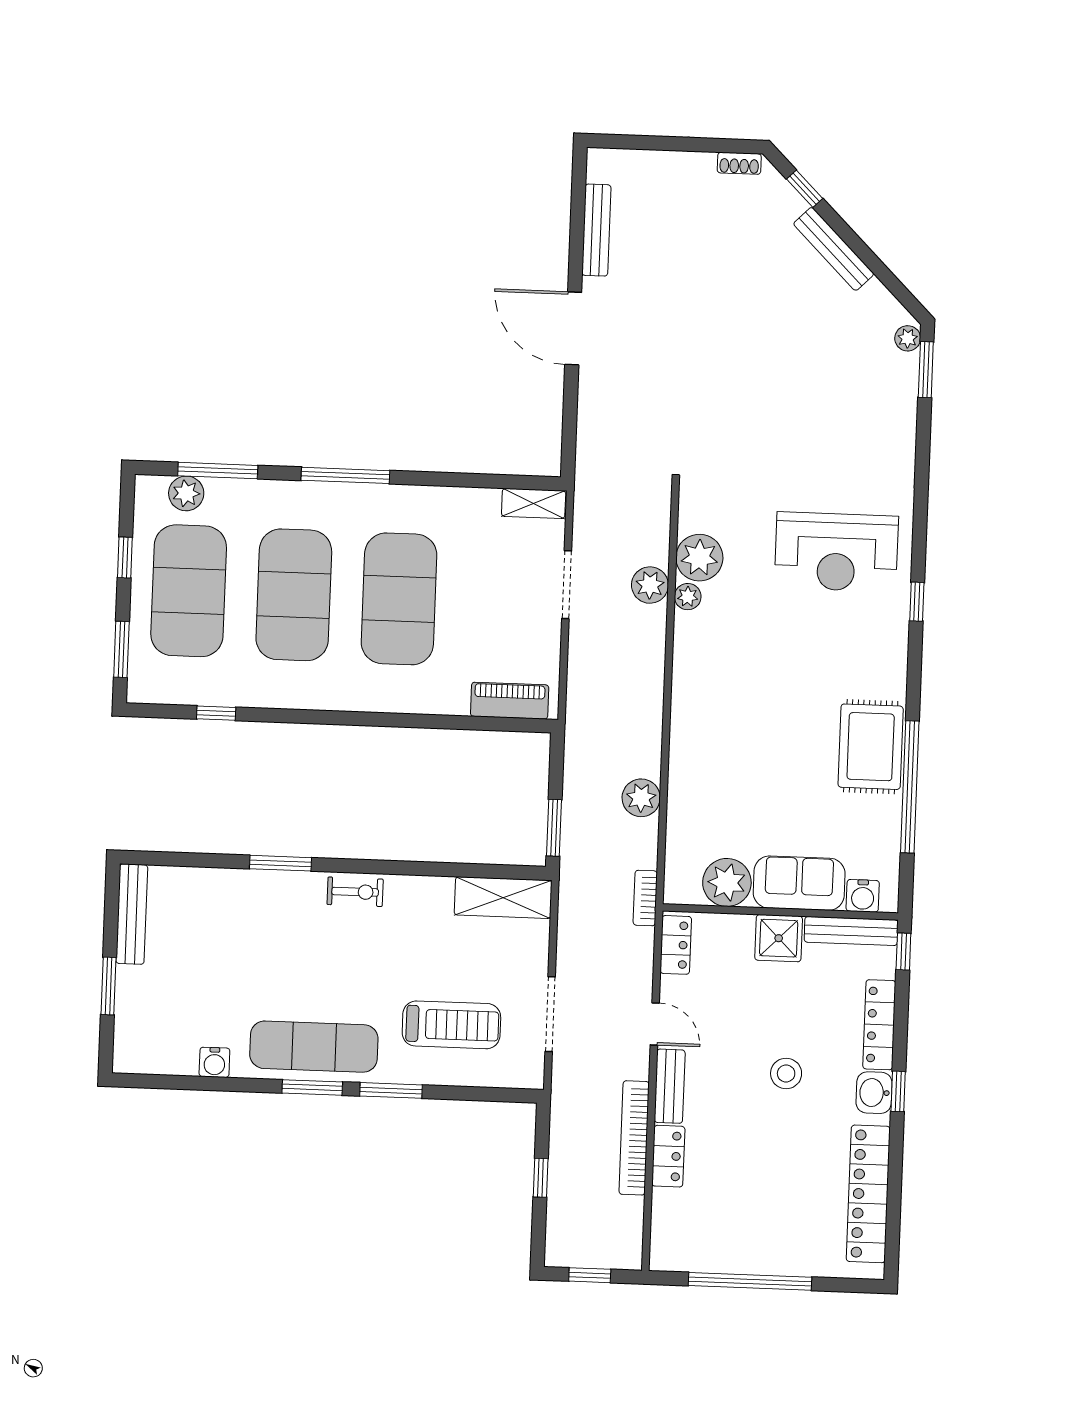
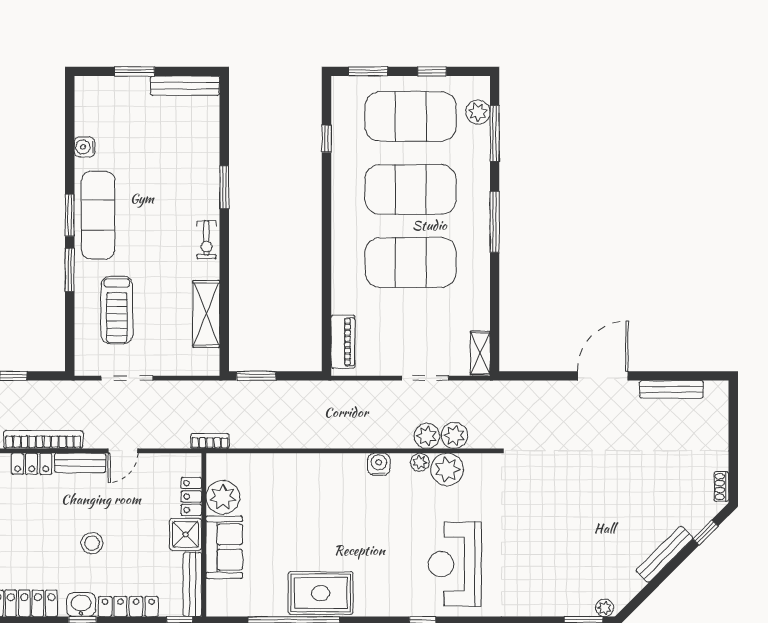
plant: (641, 798) -> (454, 435), moved
water cooler: (863, 896) -> (379, 464), moved, turned 90
shelving: (503, 898) -> (206, 314), moved
locker: (676, 945) -> (191, 496), moved, turned 90

